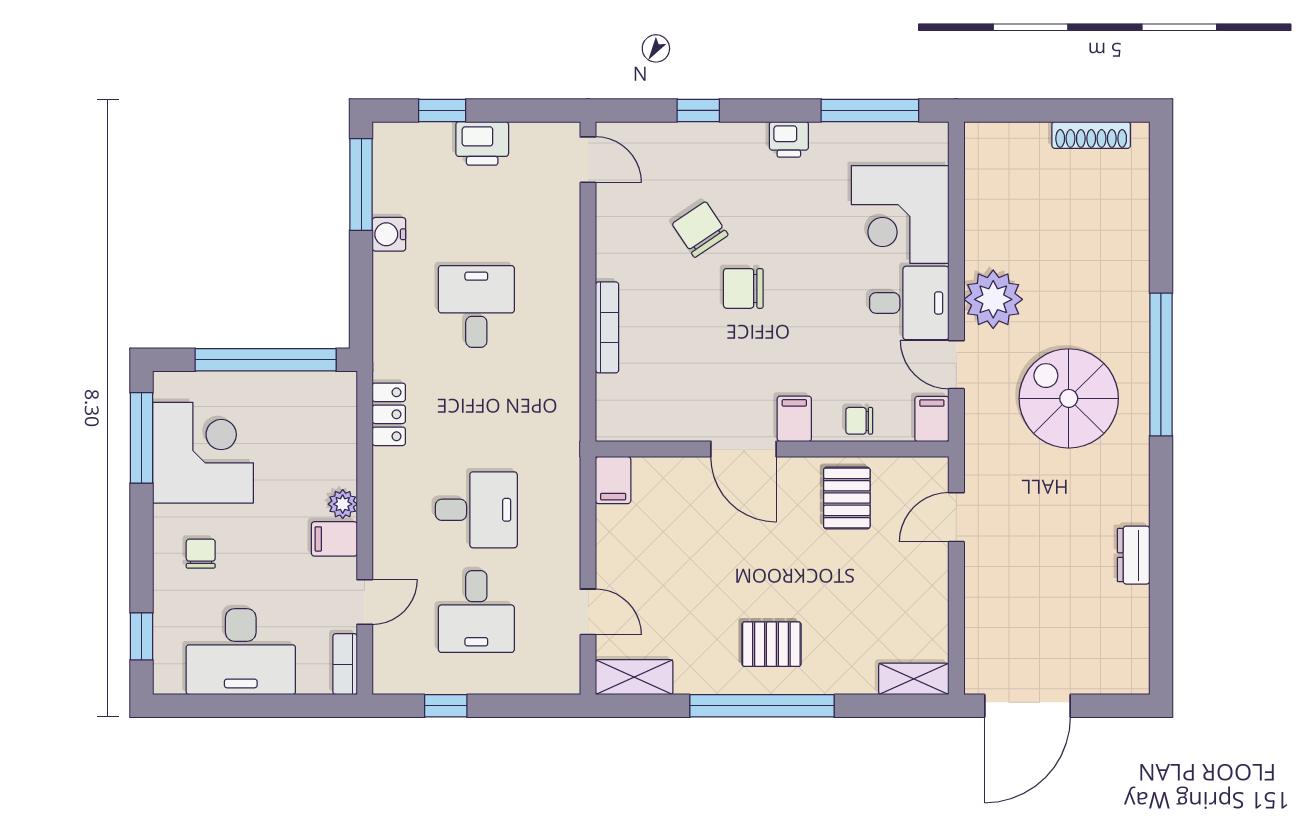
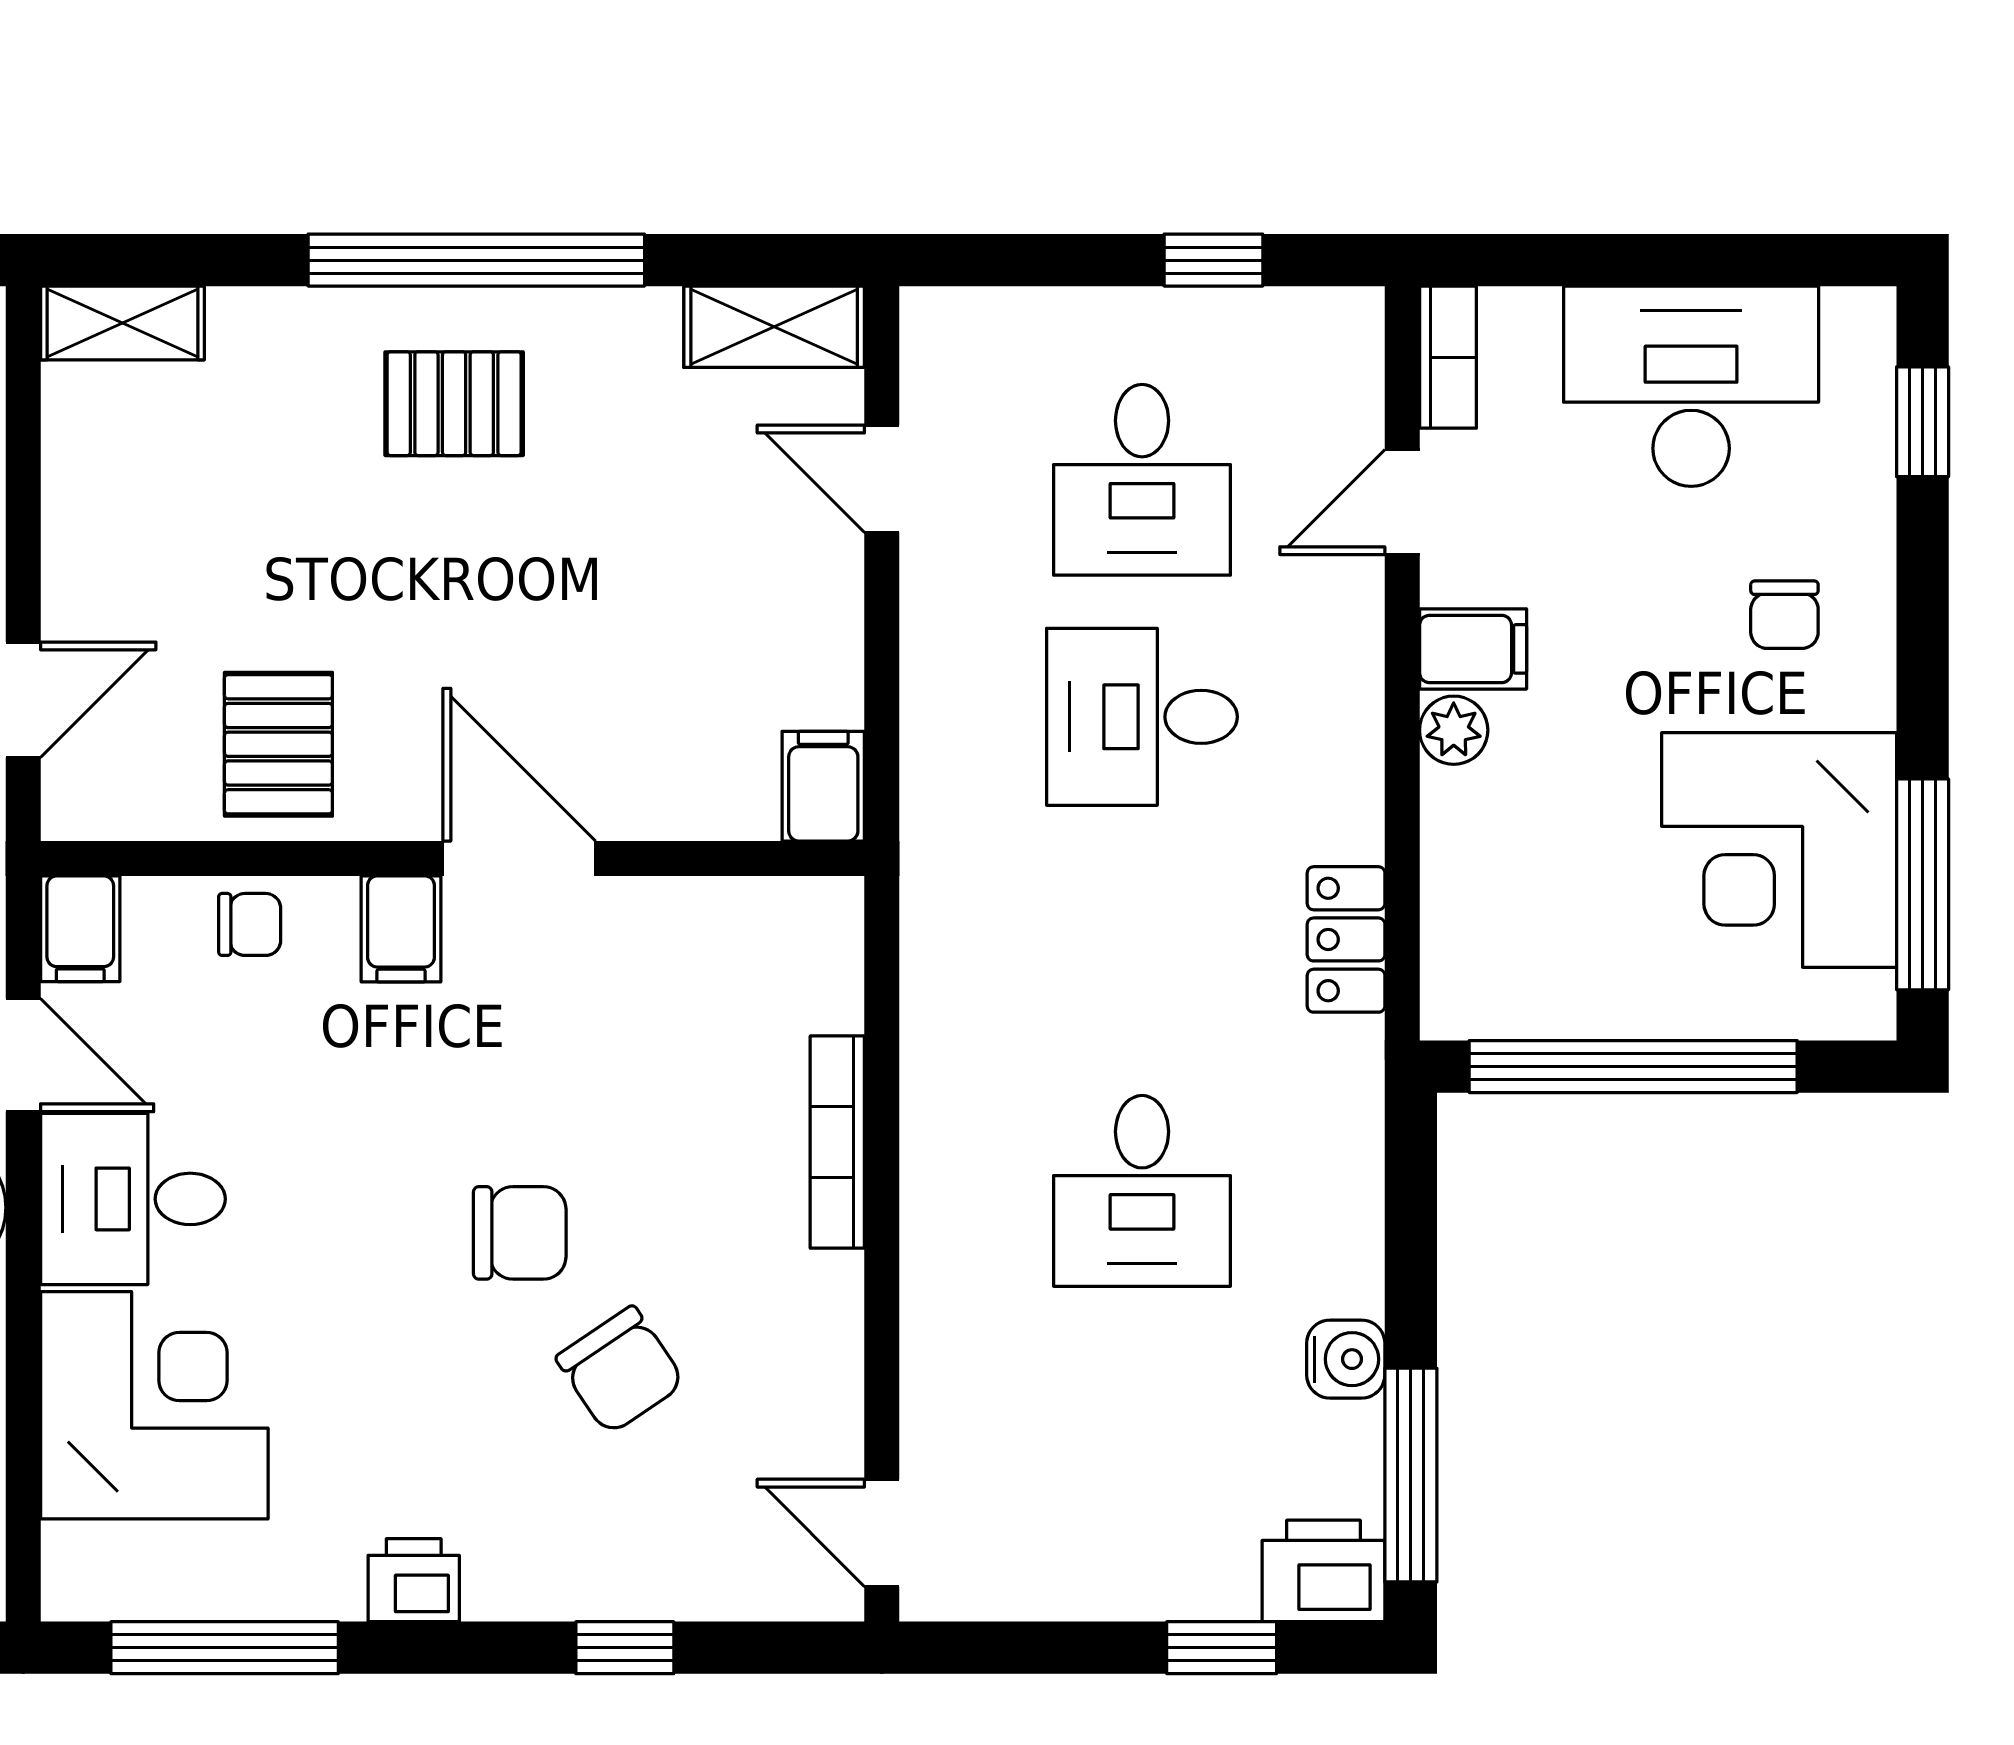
printer: (482, 143) -> (1323, 1571), moved
desk: (476, 612) -> (1142, 480), turned 180

